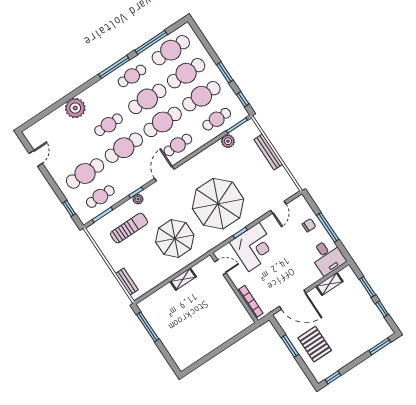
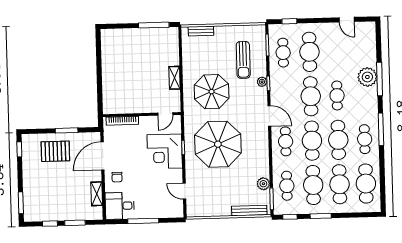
window: (151, 42) -> (380, 79), moved
bench: (268, 152) -> (249, 211), moved
chair: (309, 225) -> (117, 177), moved

